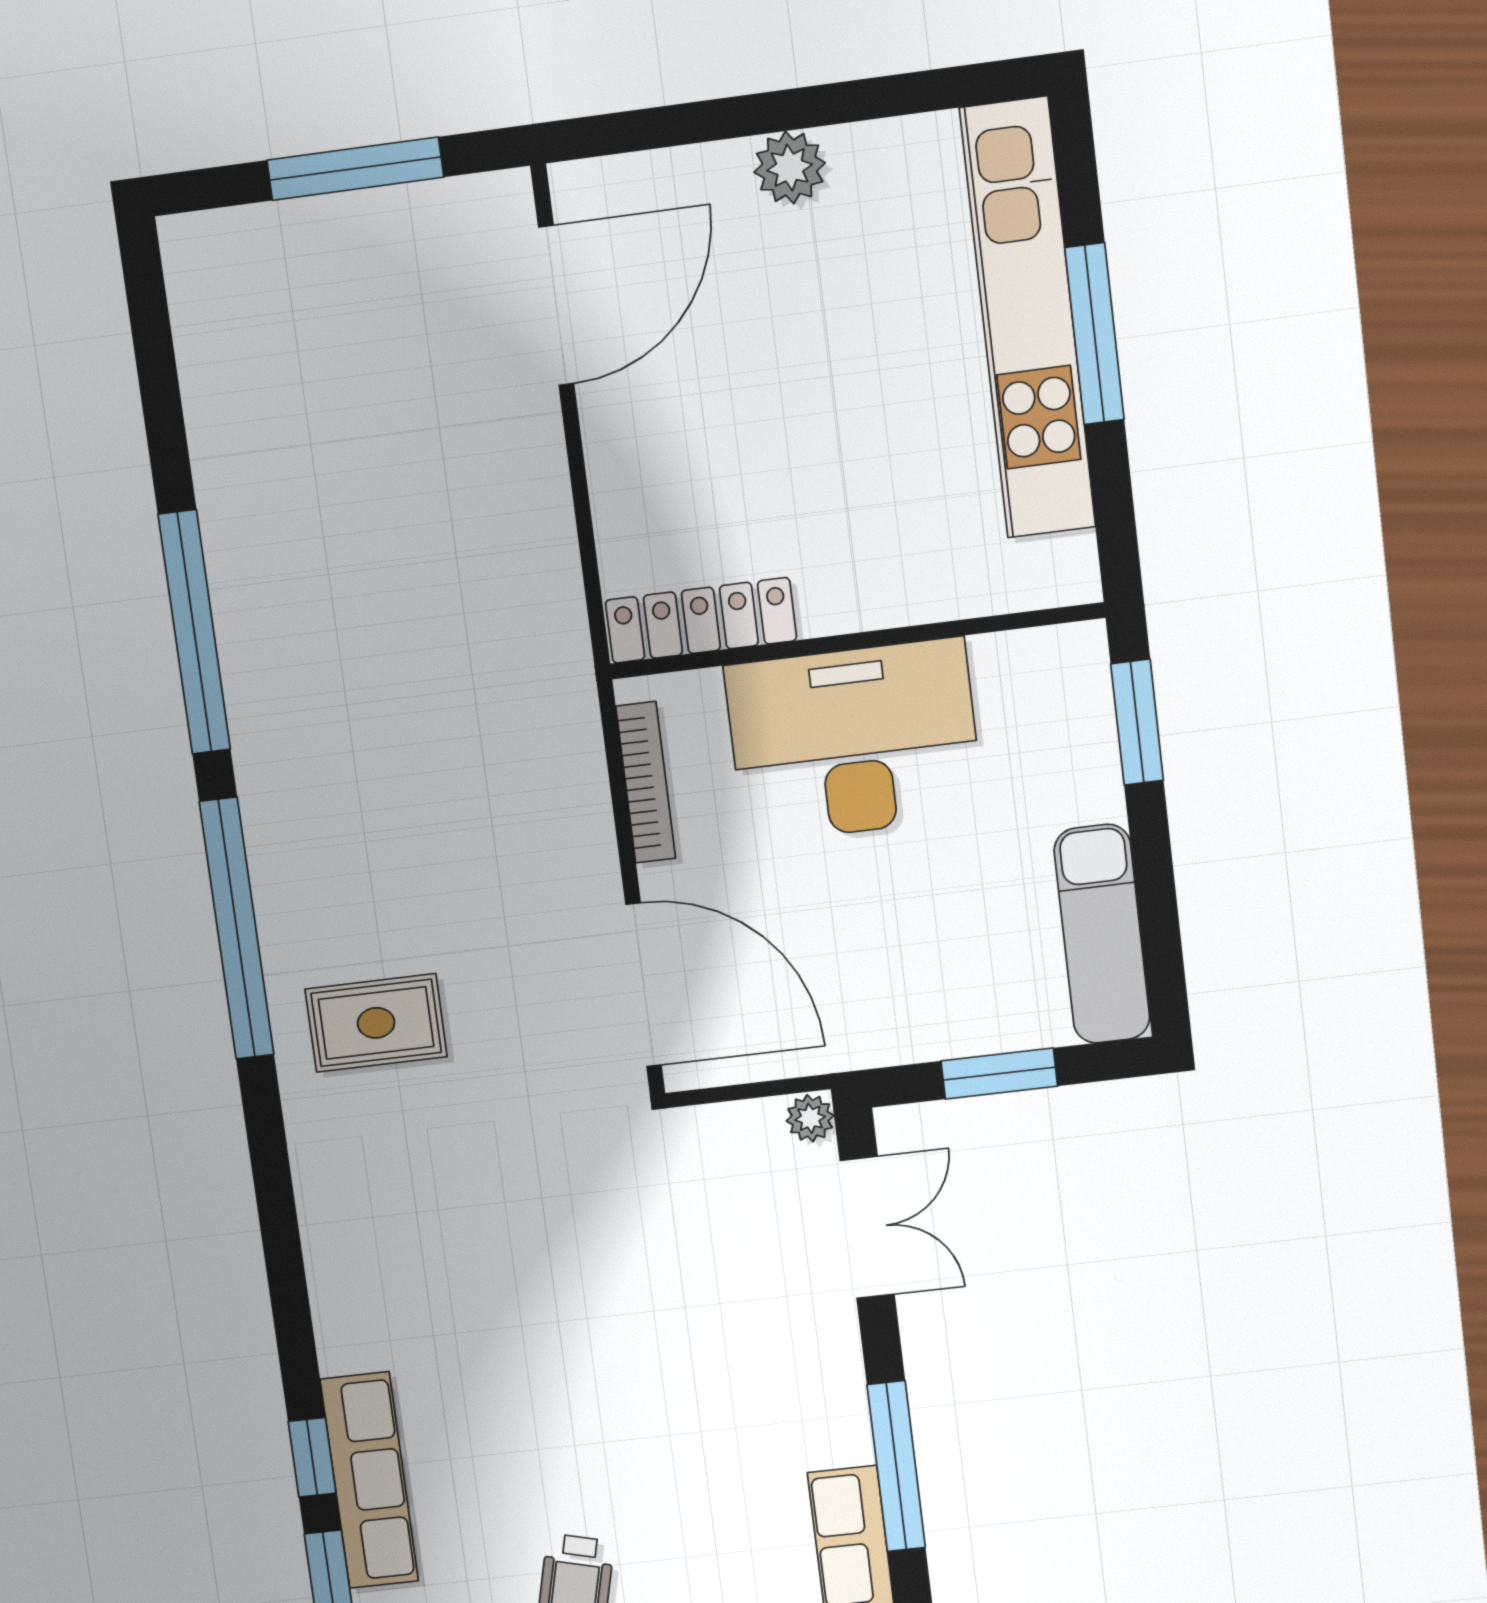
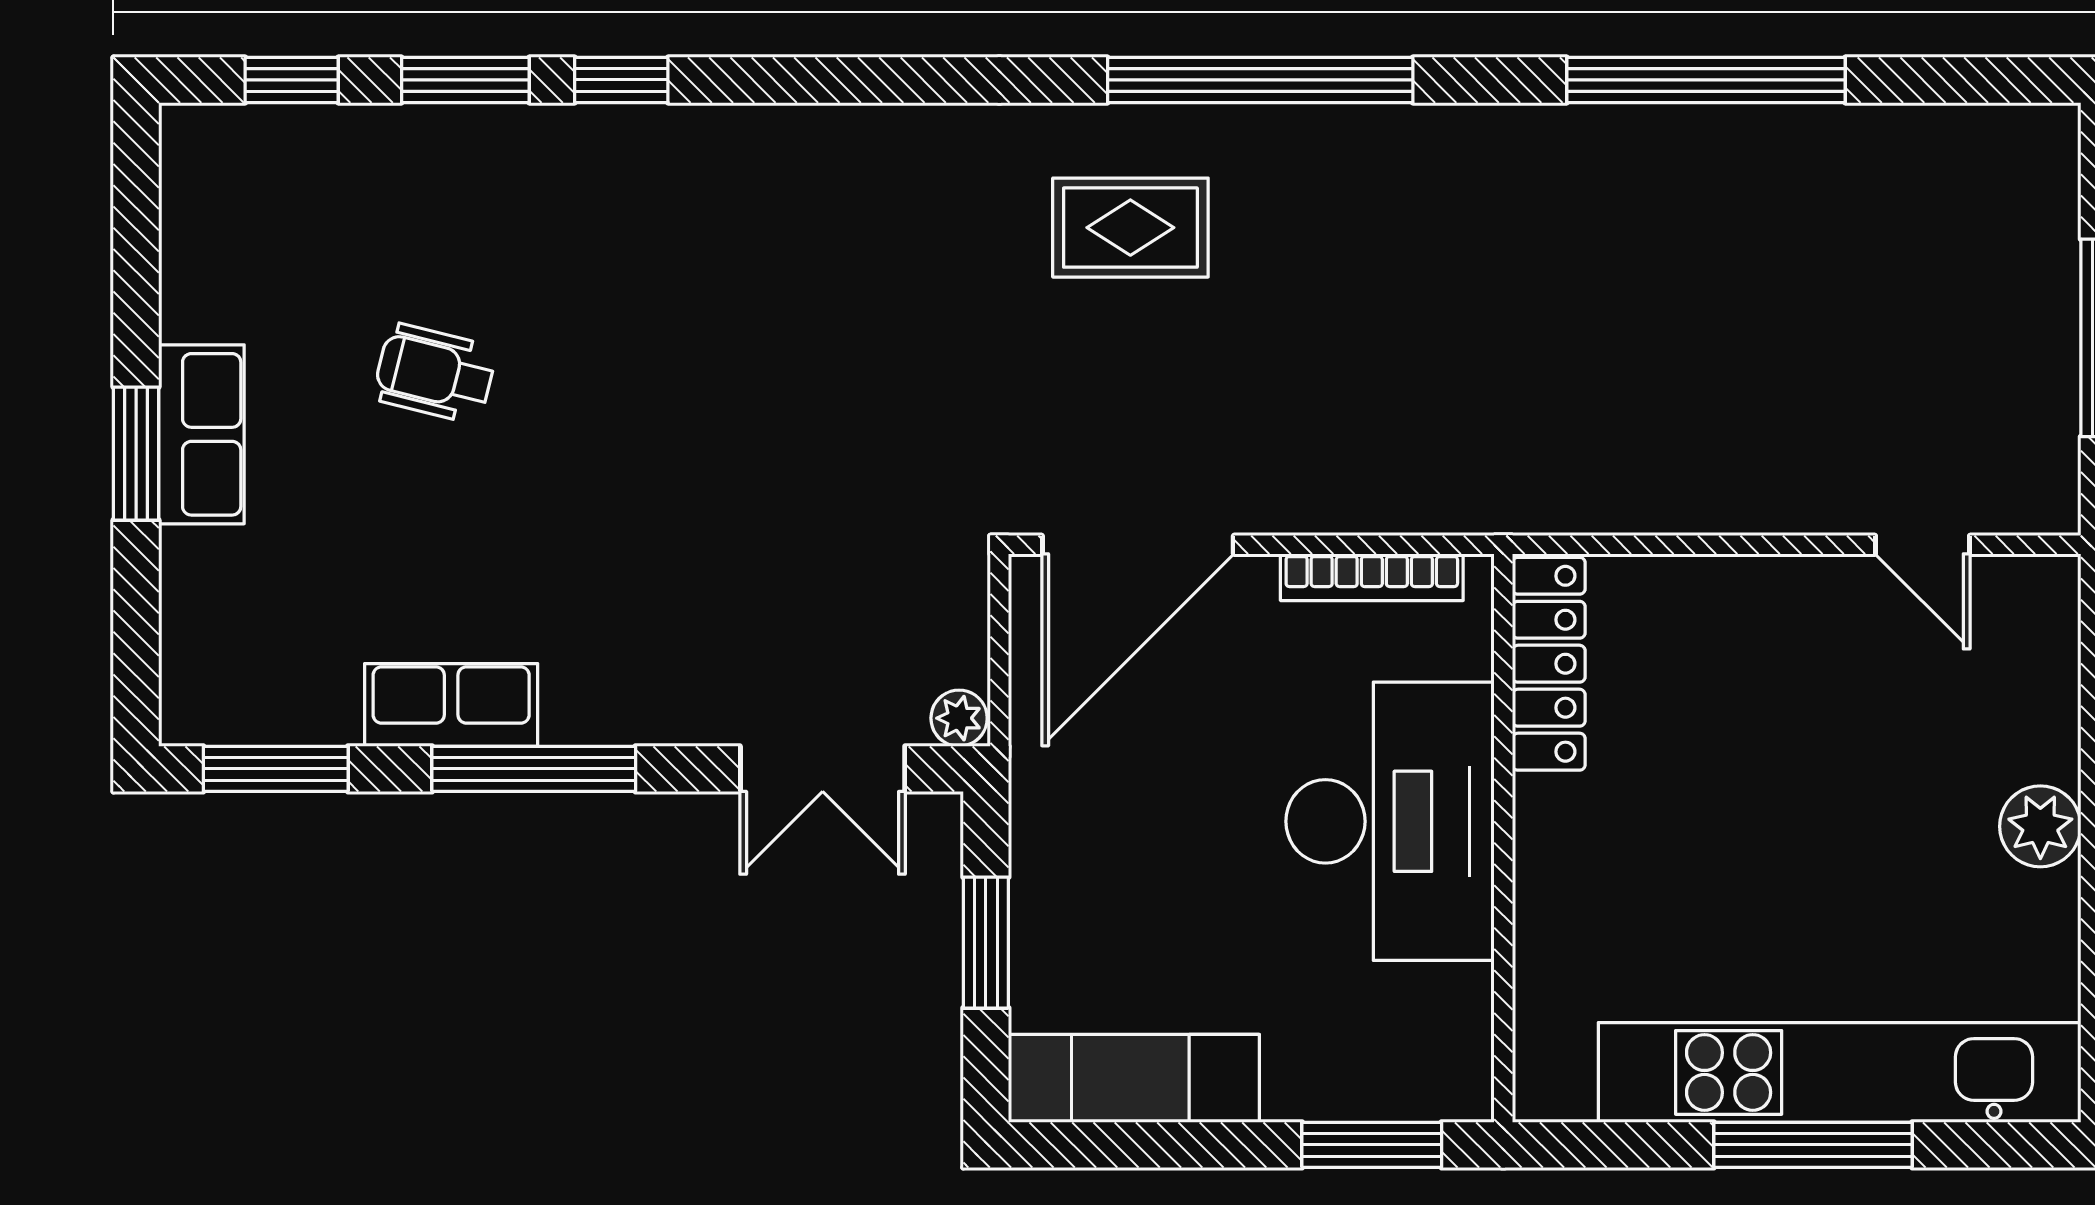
door: (556, 305) -> (1923, 545), width x0.53
window: (194, 632) -> (1706, 80), moved
rug: (376, 1023) -> (1130, 228), turned 90
row of seats: (369, 1480) -> (586, 144), removed

